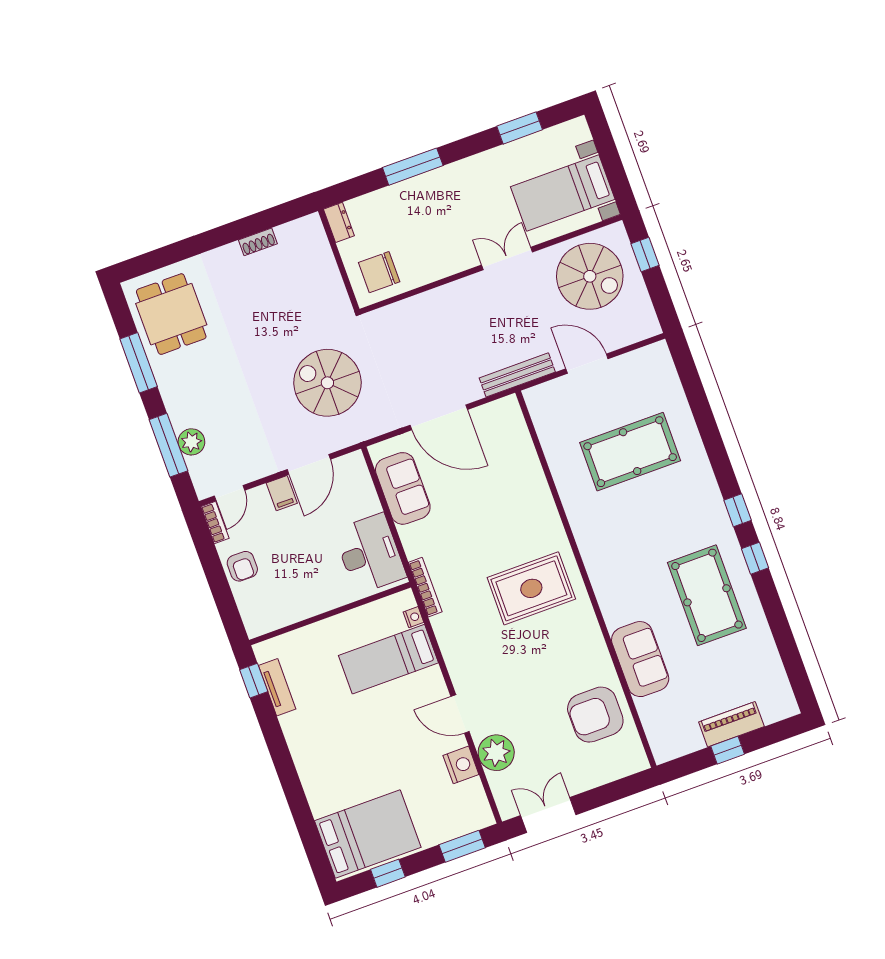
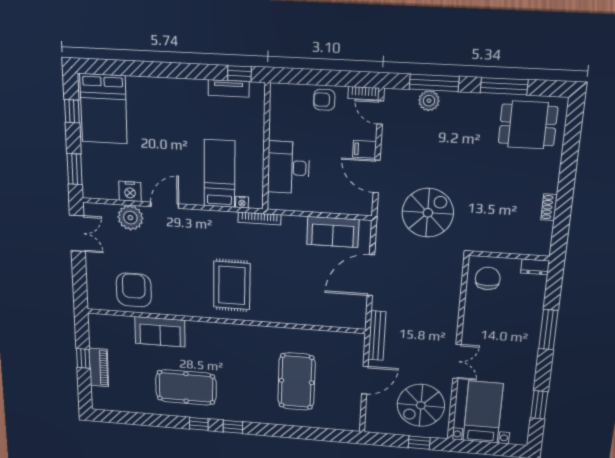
desk: (370, 554) -> (288, 168), moved, turned 90

